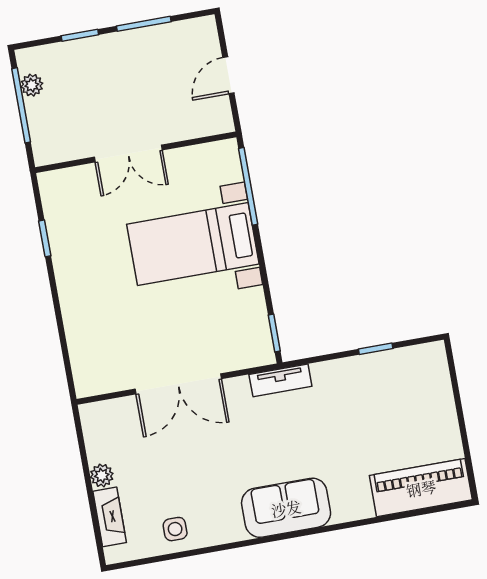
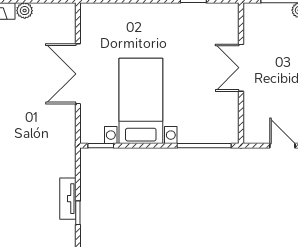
bed with nightstands: (193, 244) -> (141, 101), moved
tv unit: (280, 380) -> (68, 199), moved

